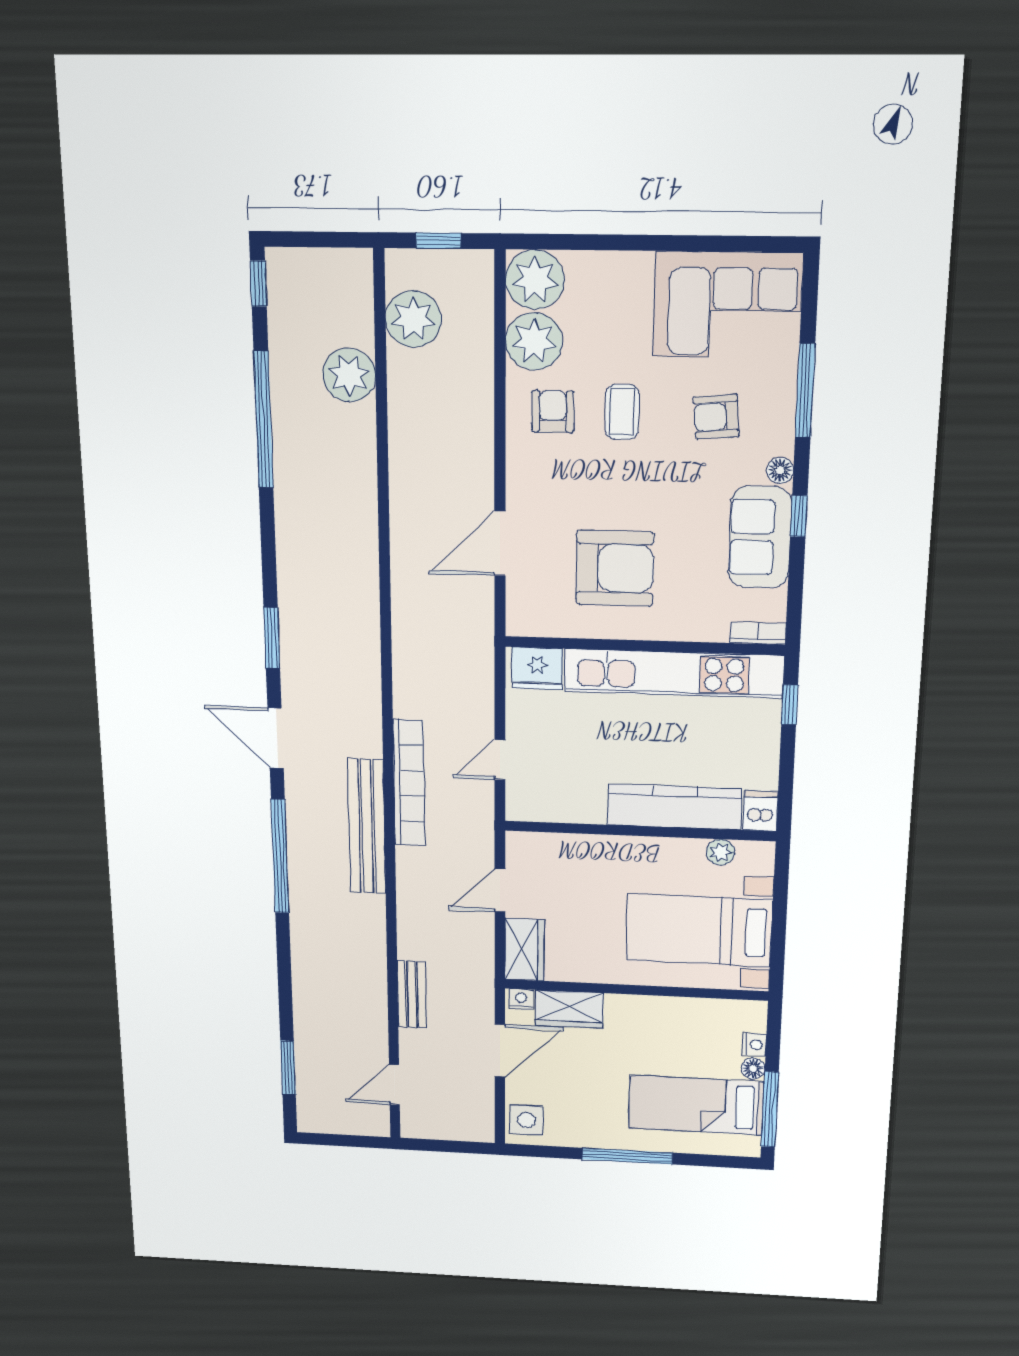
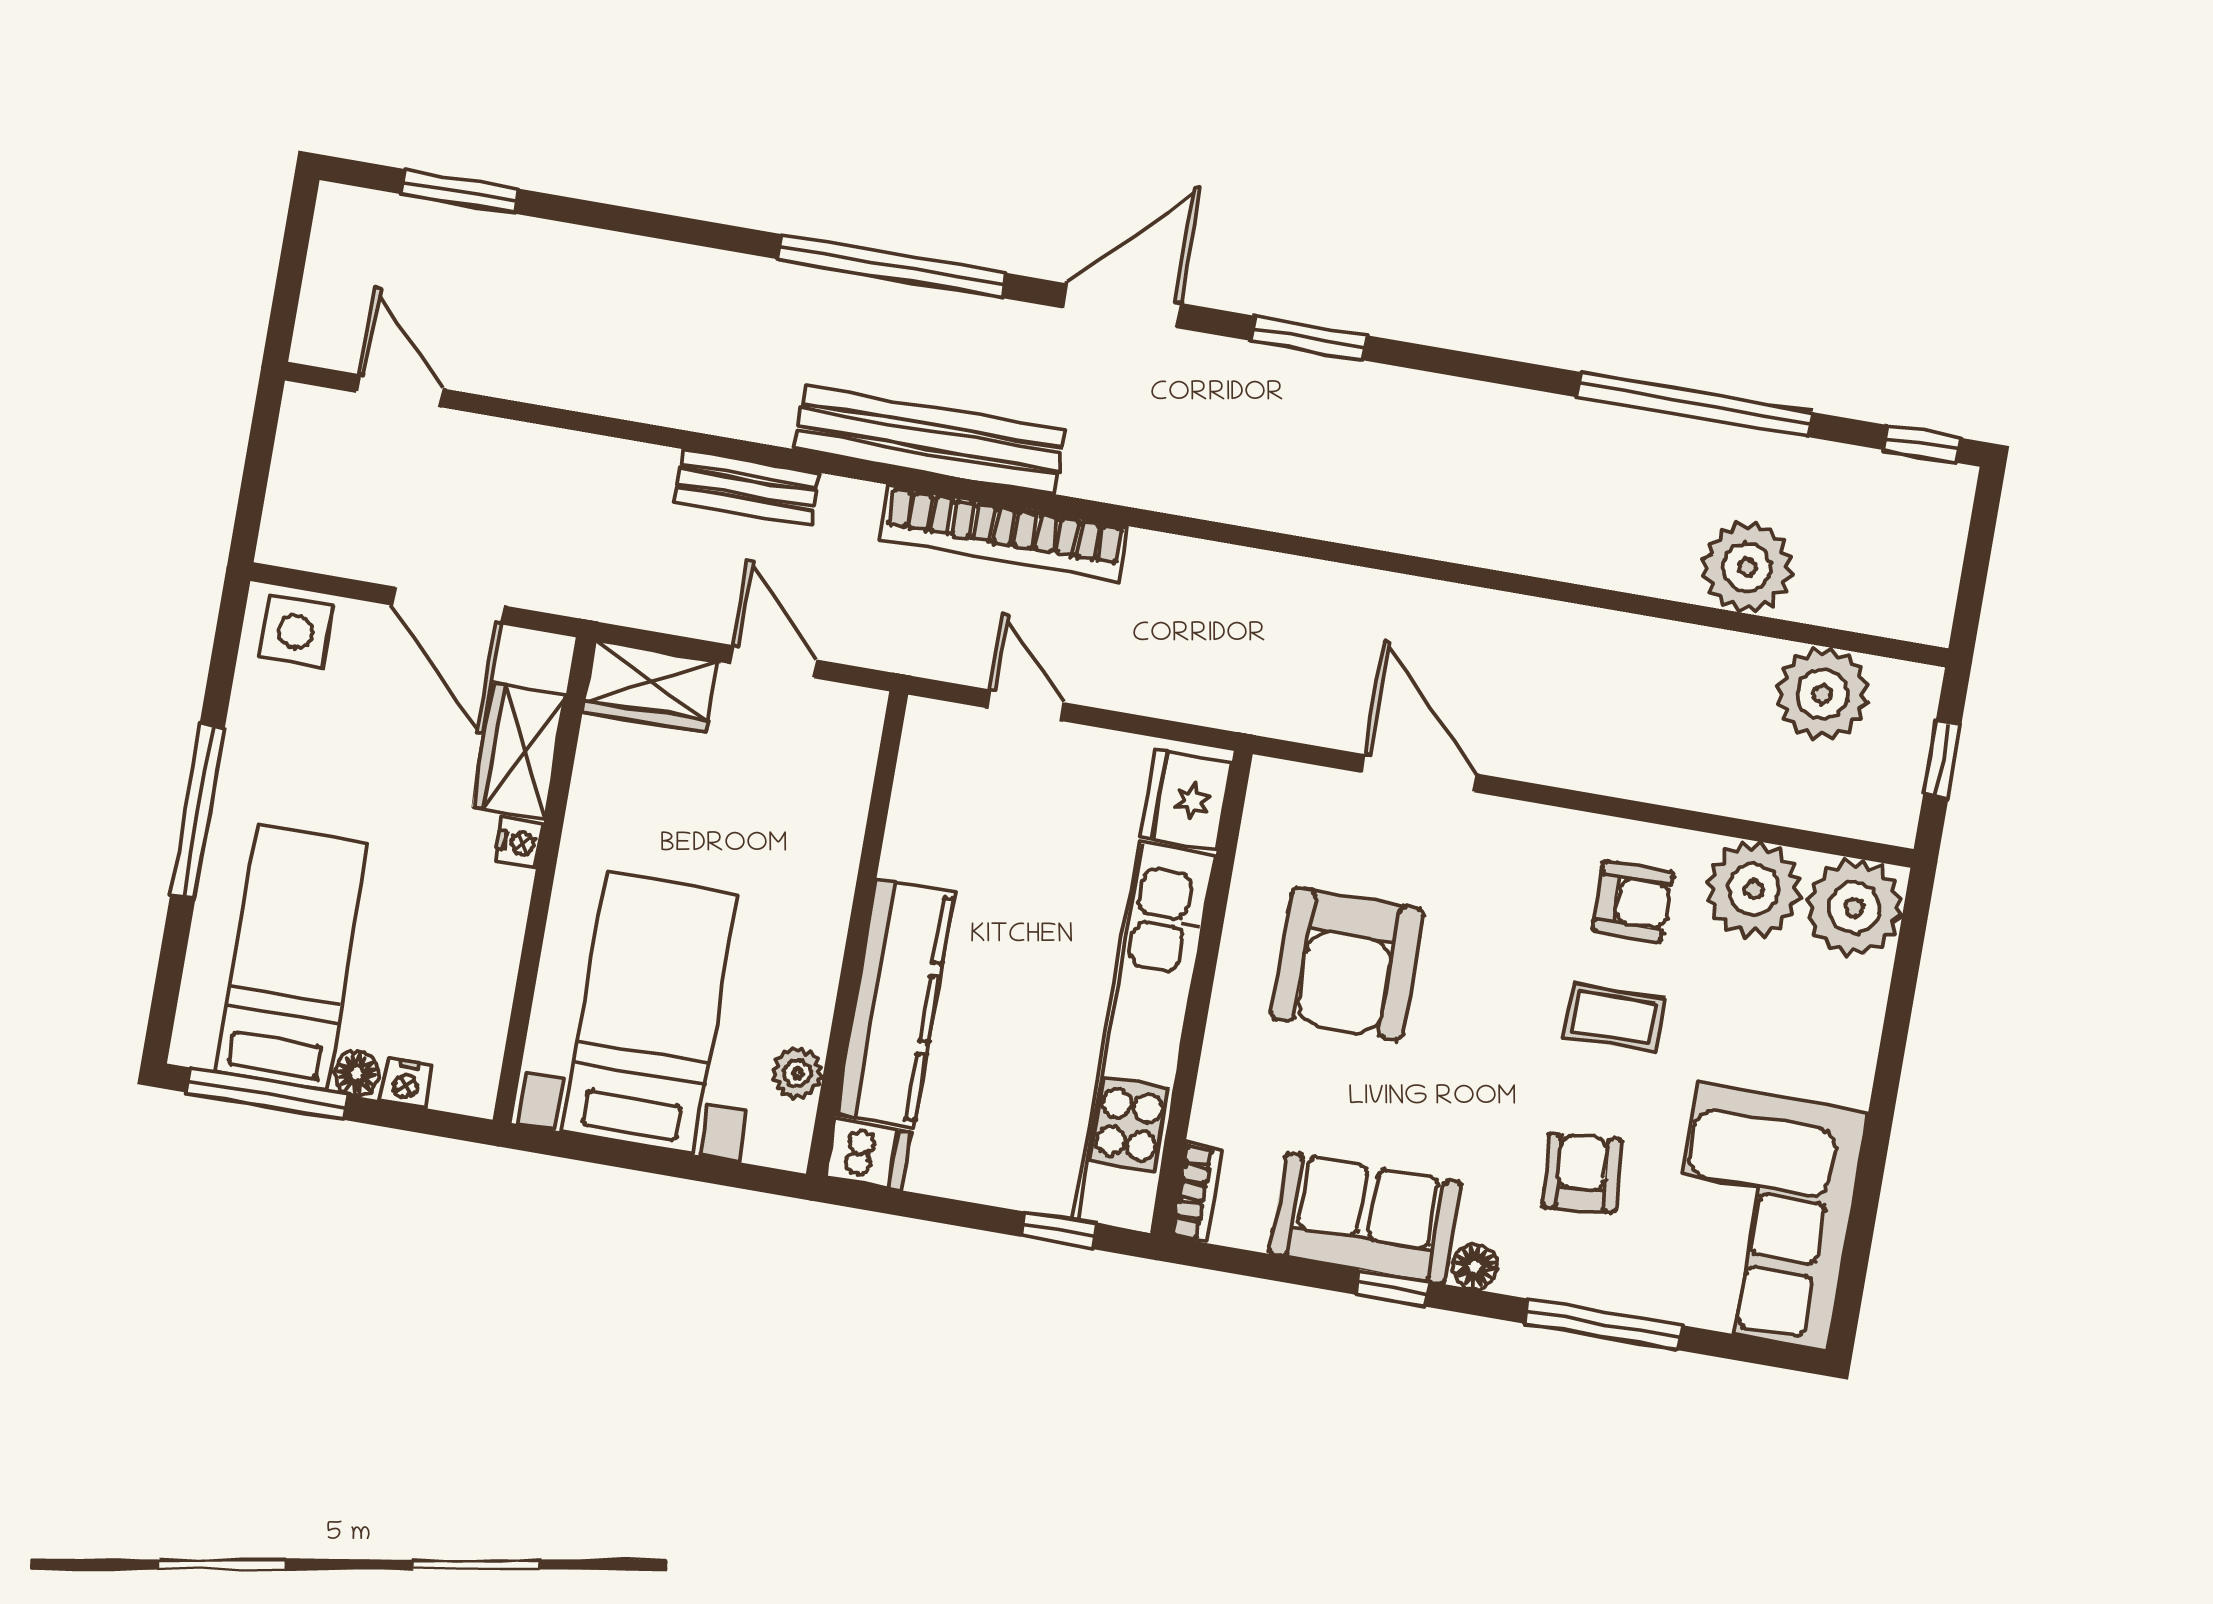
bench: (412, 995) -> (747, 487), moved
nightstand: (521, 999) -> (519, 843), moved

